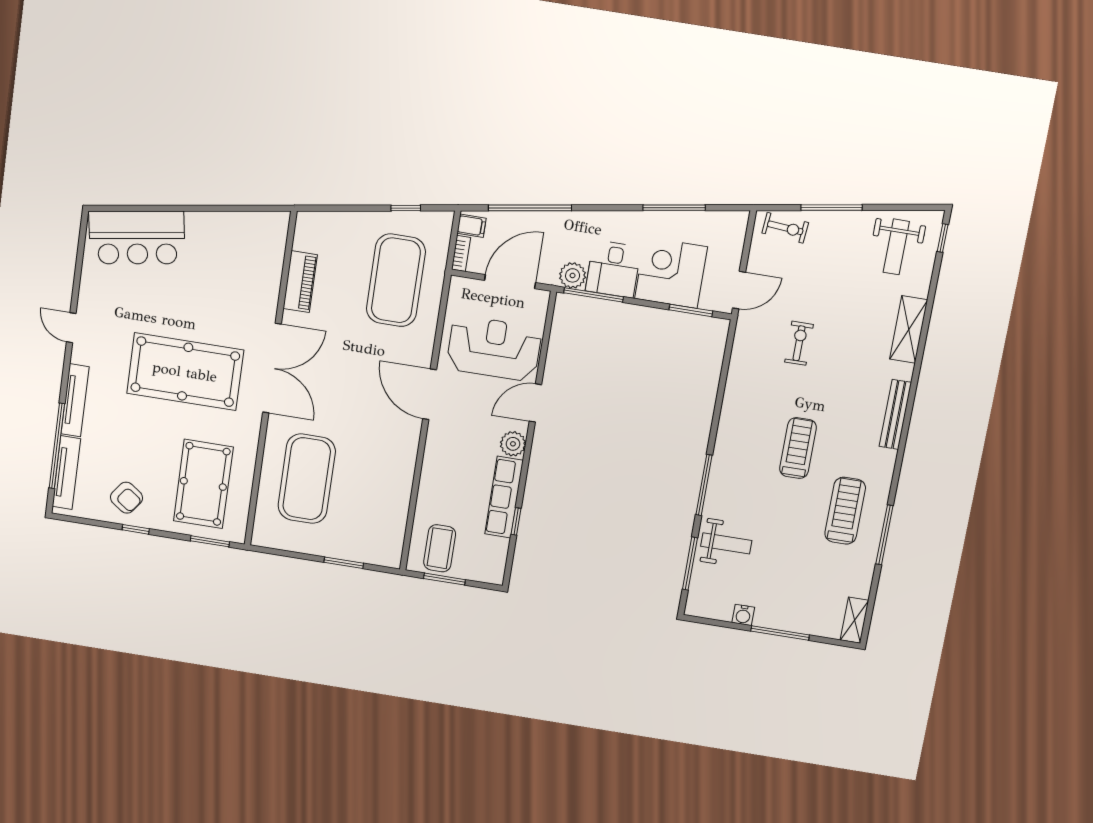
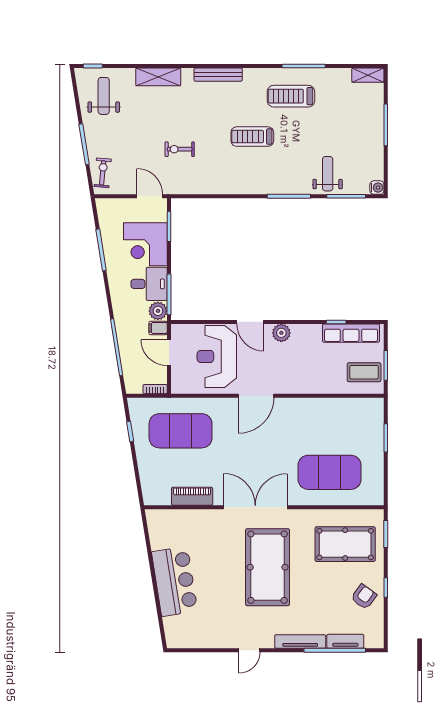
filing cabinet: (472, 226) -> (158, 328), moved, turned -90
bar counter: (137, 238) -> (175, 581), moved
weight bench: (896, 247) -> (104, 96), turned -90
door: (510, 282) -> (169, 353), width x0.73
tv unit: (66, 473) -> (345, 641), width x0.71
row of seats: (504, 497) -> (351, 333), moved
water cooler: (743, 615) -> (377, 188), moved

